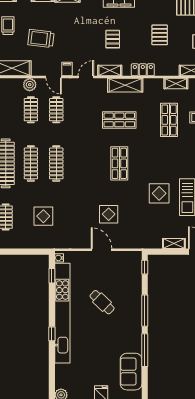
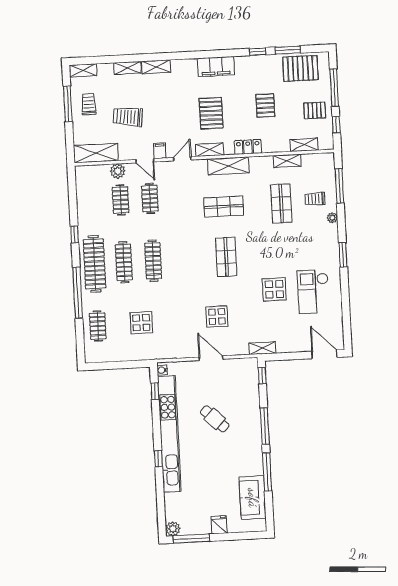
pallet: (113, 39) -> (211, 113), width x1.50, depth x1.42
shelving: (174, 243) -> (262, 348), moved

